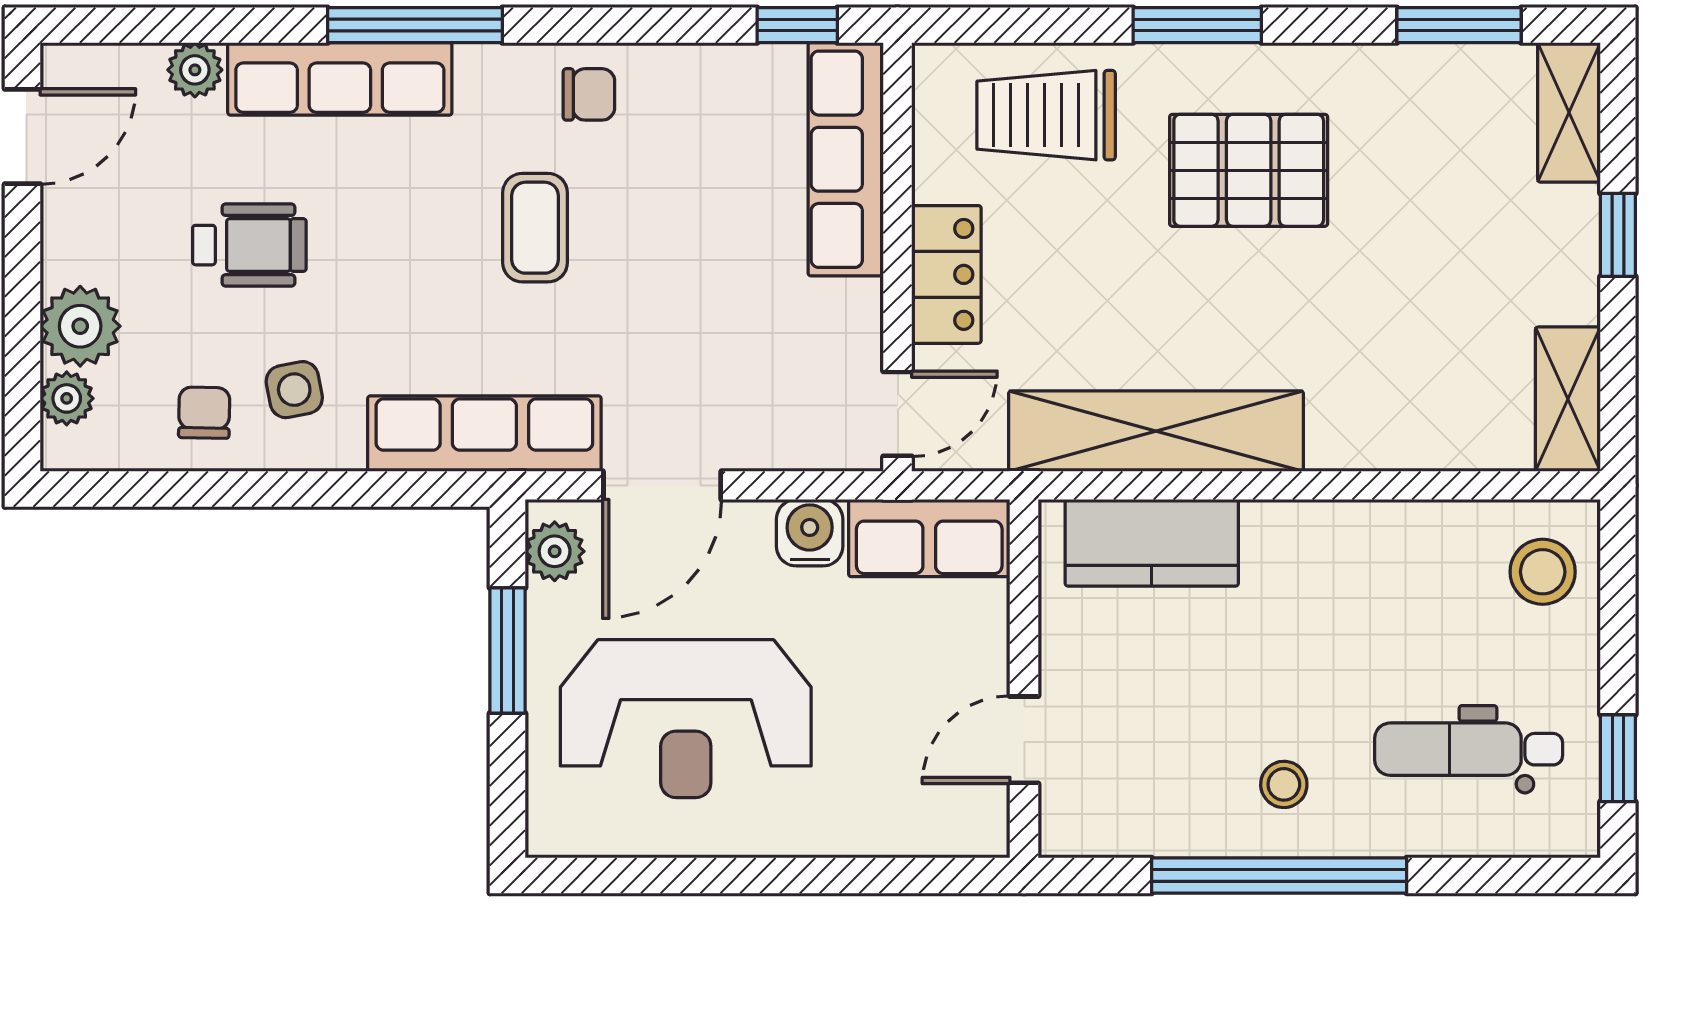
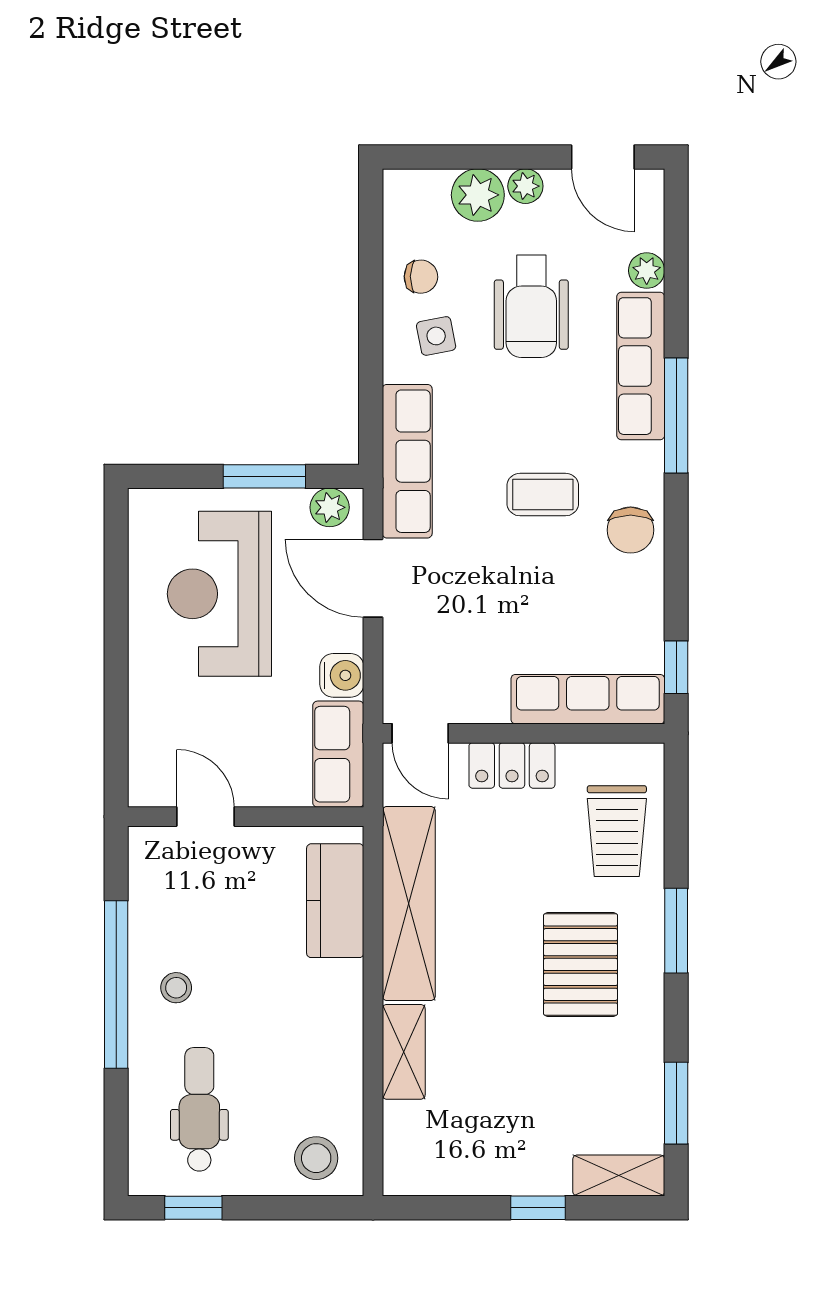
chair: (589, 94) -> (631, 530), width x1.37, depth x1.37
trolley: (1046, 115) -> (617, 831), turned 180
wheelchair: (249, 245) -> (531, 306), width x1.36, depth x1.37
plant: (67, 398) -> (525, 186), moved
shelving: (1568, 399) -> (404, 1052), moved, turned 90

